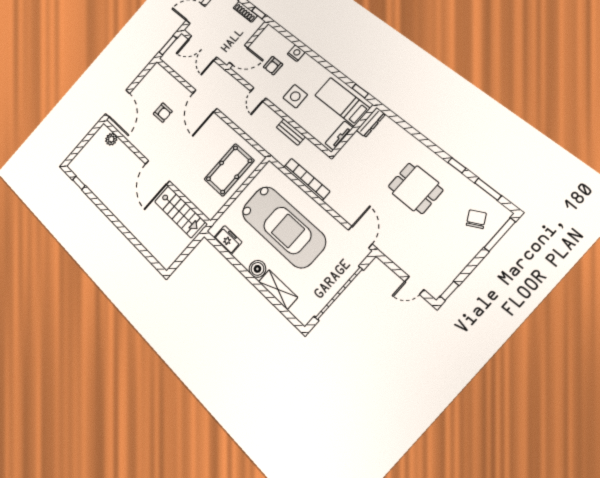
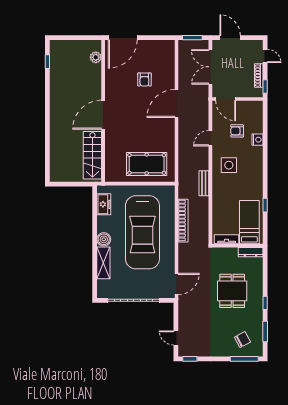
bed: (342, 102) -> (249, 222), moved
dresser: (371, 122) -> (251, 252), moved
wall: (354, 130) -> (237, 246), moved
tv unit: (339, 136) -> (227, 239), moved

